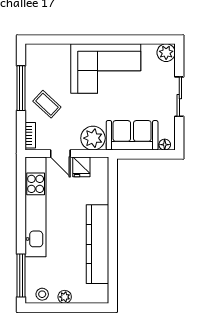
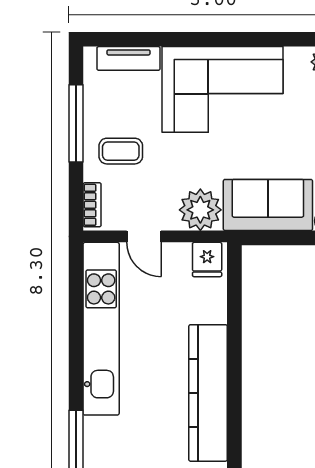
tv unit: (51, 51) -> (128, 58), added
coffee table: (47, 104) -> (121, 151), turned -43
fridge: (81, 167) -> (207, 259), moved

